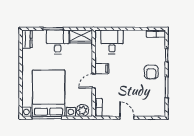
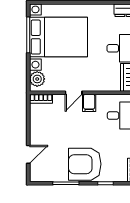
armchair: (151, 72) -> (85, 164), width x1.88, depth x1.88
door: (94, 81) -> (74, 93), swing flipped
door: (127, 118) -> (28, 154), moved

